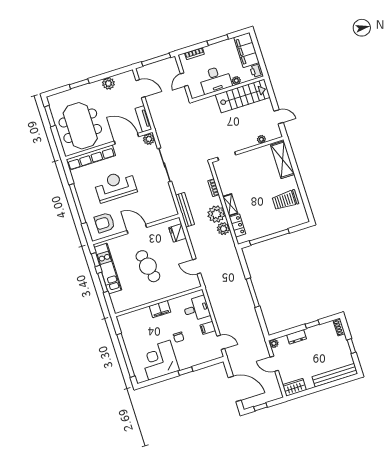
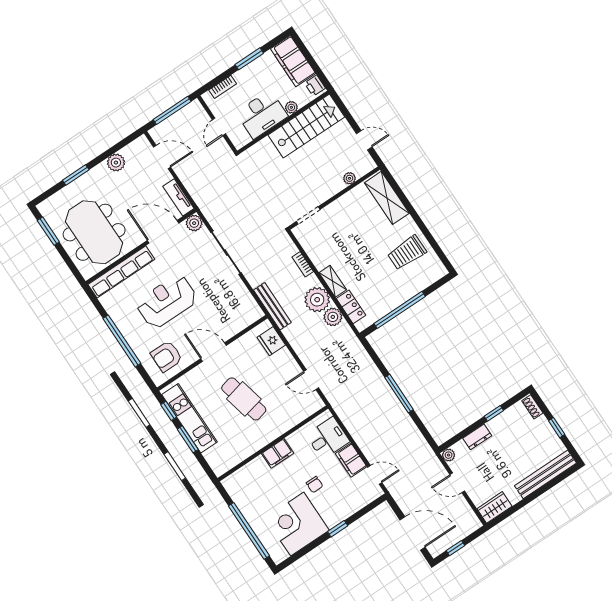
filing cabinet: (208, 328) -> (351, 460), width x2.00

